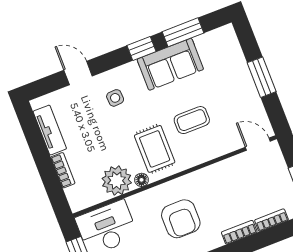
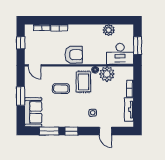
sofa: (170, 64) -> (33, 112), moved, turned 90
armchair: (181, 219) -> (74, 55), moved, turned 90

